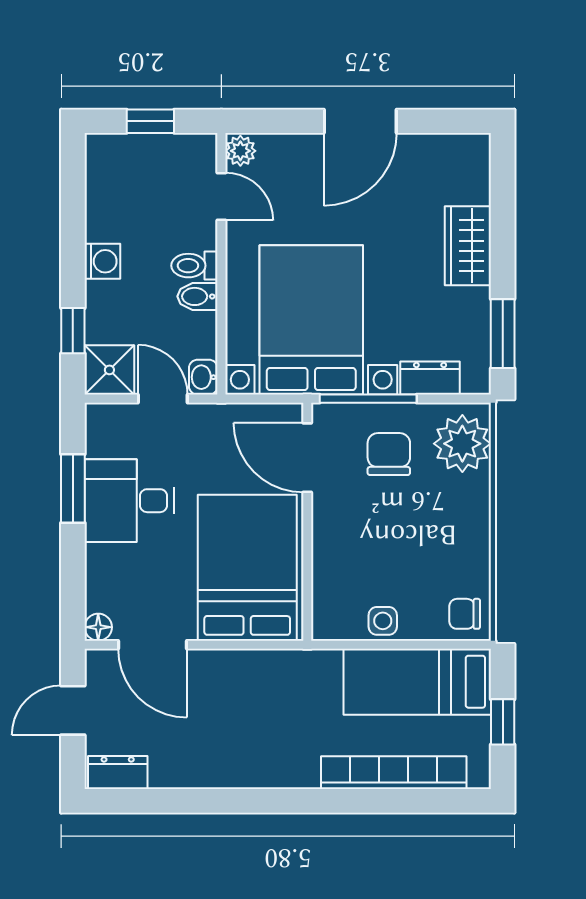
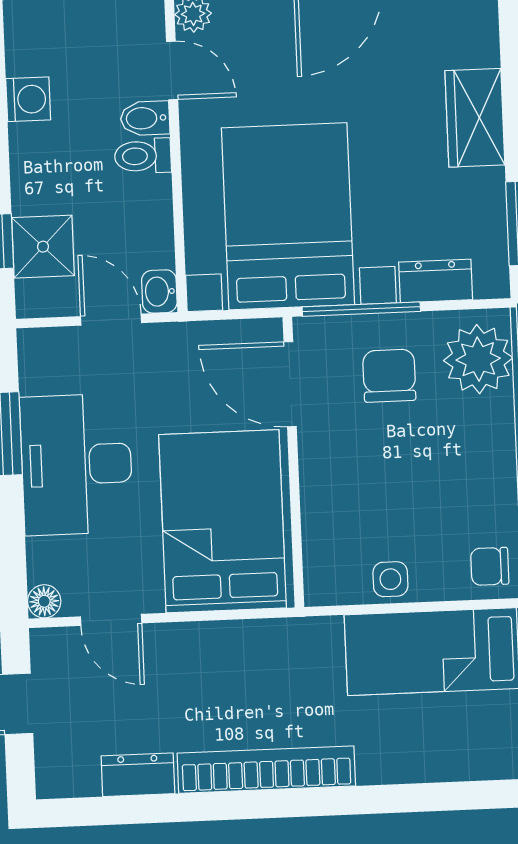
washing machine: (102, 261) -> (28, 99), moved
bidet: (197, 296) -> (145, 118), moved
shower: (109, 370) -> (43, 247), moved
desk: (129, 501) -> (76, 464), width x1.37
door: (152, 645) -> (111, 620), width x0.73
dresser: (118, 773) -> (138, 775), moved
bookcase: (394, 773) -> (266, 770), moved

